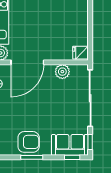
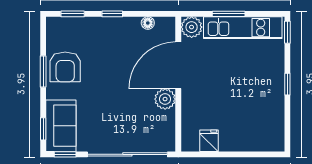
fridge: (81, 53) -> (209, 141), moved
door: (27, 62) -> (178, 65), hinge flipped
plant: (62, 72) -> (165, 99), moved

